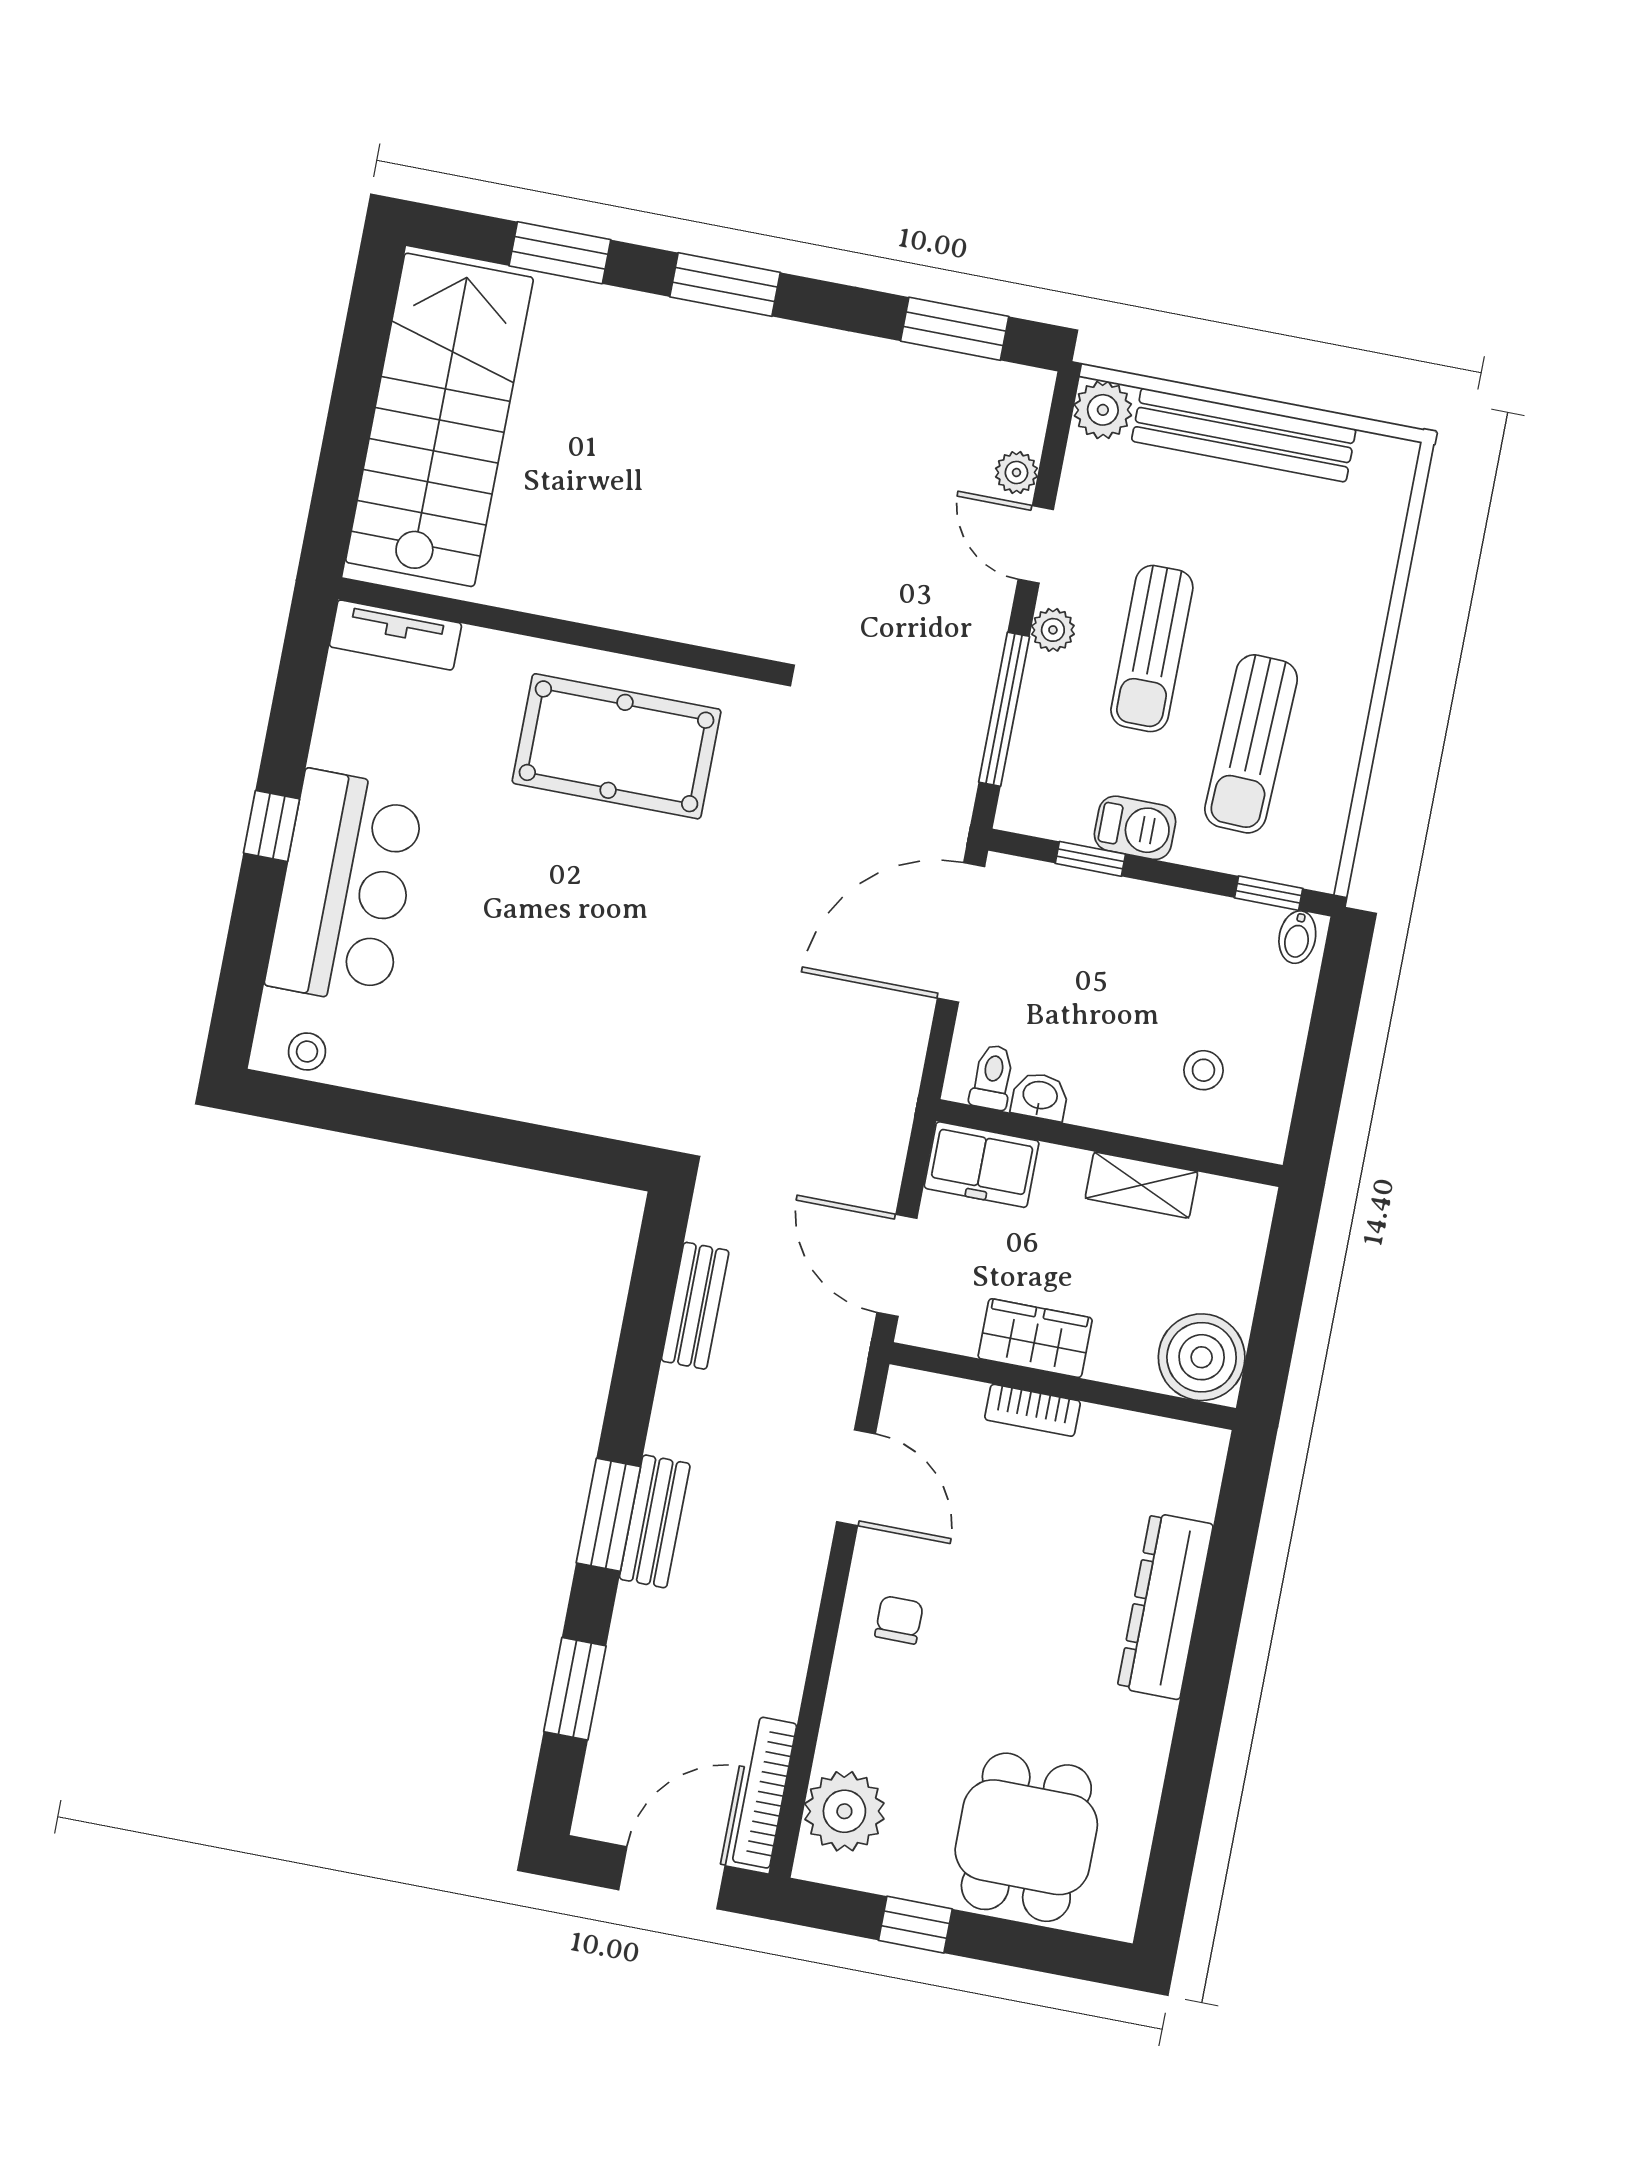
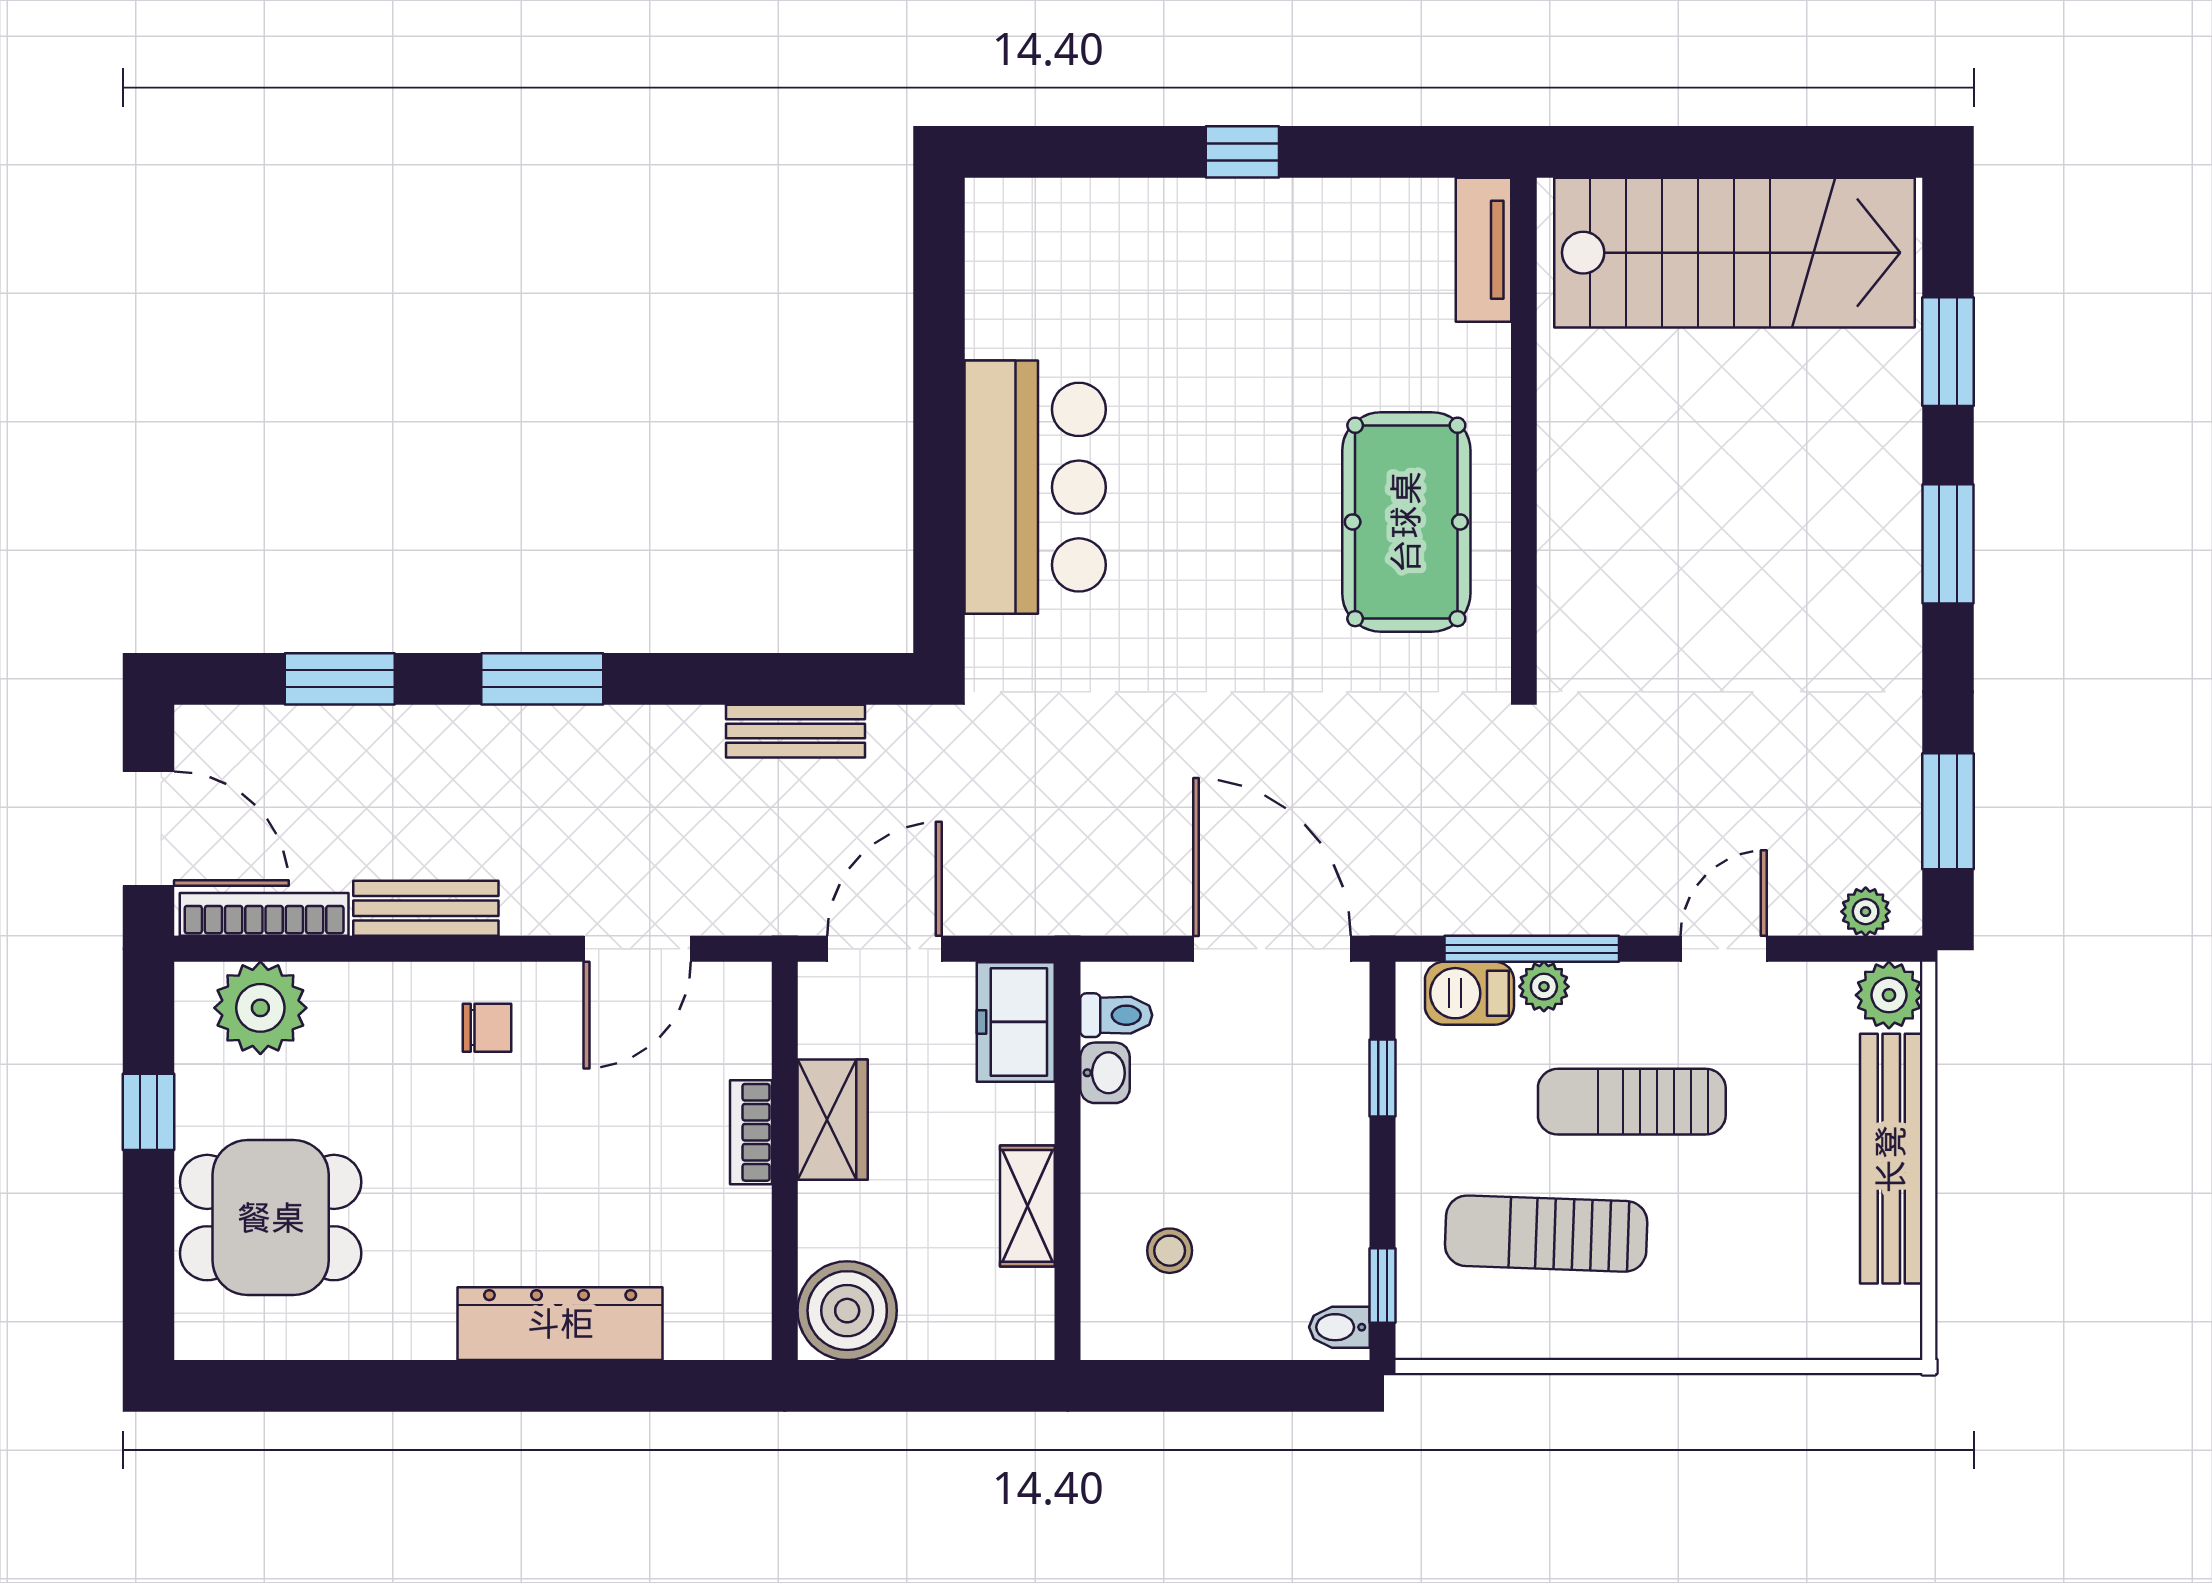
plant: (1016, 473) -> (1866, 912), moved
plant: (1053, 630) -> (1544, 987), moved
barbecue: (1135, 828) -> (1469, 993), moved, turned 90
bar counter: (345, 888) -> (1035, 487), moved, turned -90
stool: (307, 1052) -> (997, 241), removed
bench: (655, 1521) -> (426, 908), moved

